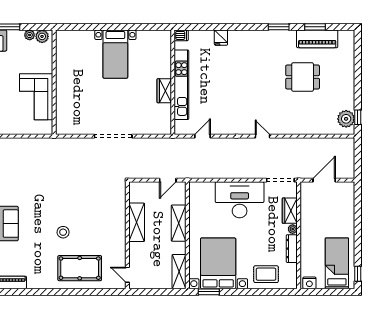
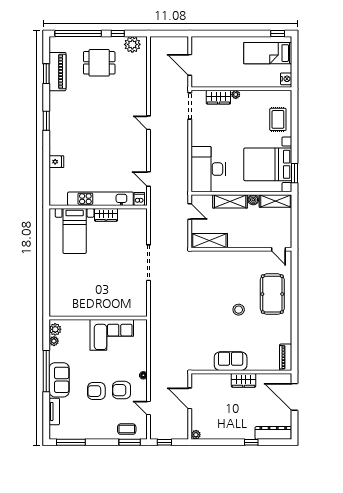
window: (279, 27) -> (46, 121), moved
dishwasher: (181, 35) -> (139, 199), moved
bed with nightstands: (115, 54) -> (75, 231), moved, turned 90
window: (358, 61) -> (78, 33), added
dining table: (303, 77) -> (99, 63), moved, turned 90
window: (358, 117) -> (118, 33), moved
door: (263, 136) -> (149, 123), hinge flipped
desk: (240, 200) -> (208, 169), moved
shelving: (137, 222) -> (209, 241), moved
boiler: (180, 248) -> (253, 200), added
dresser: (292, 249) -> (254, 95), removed
door: (127, 275) -> (278, 249), hinge flipped

